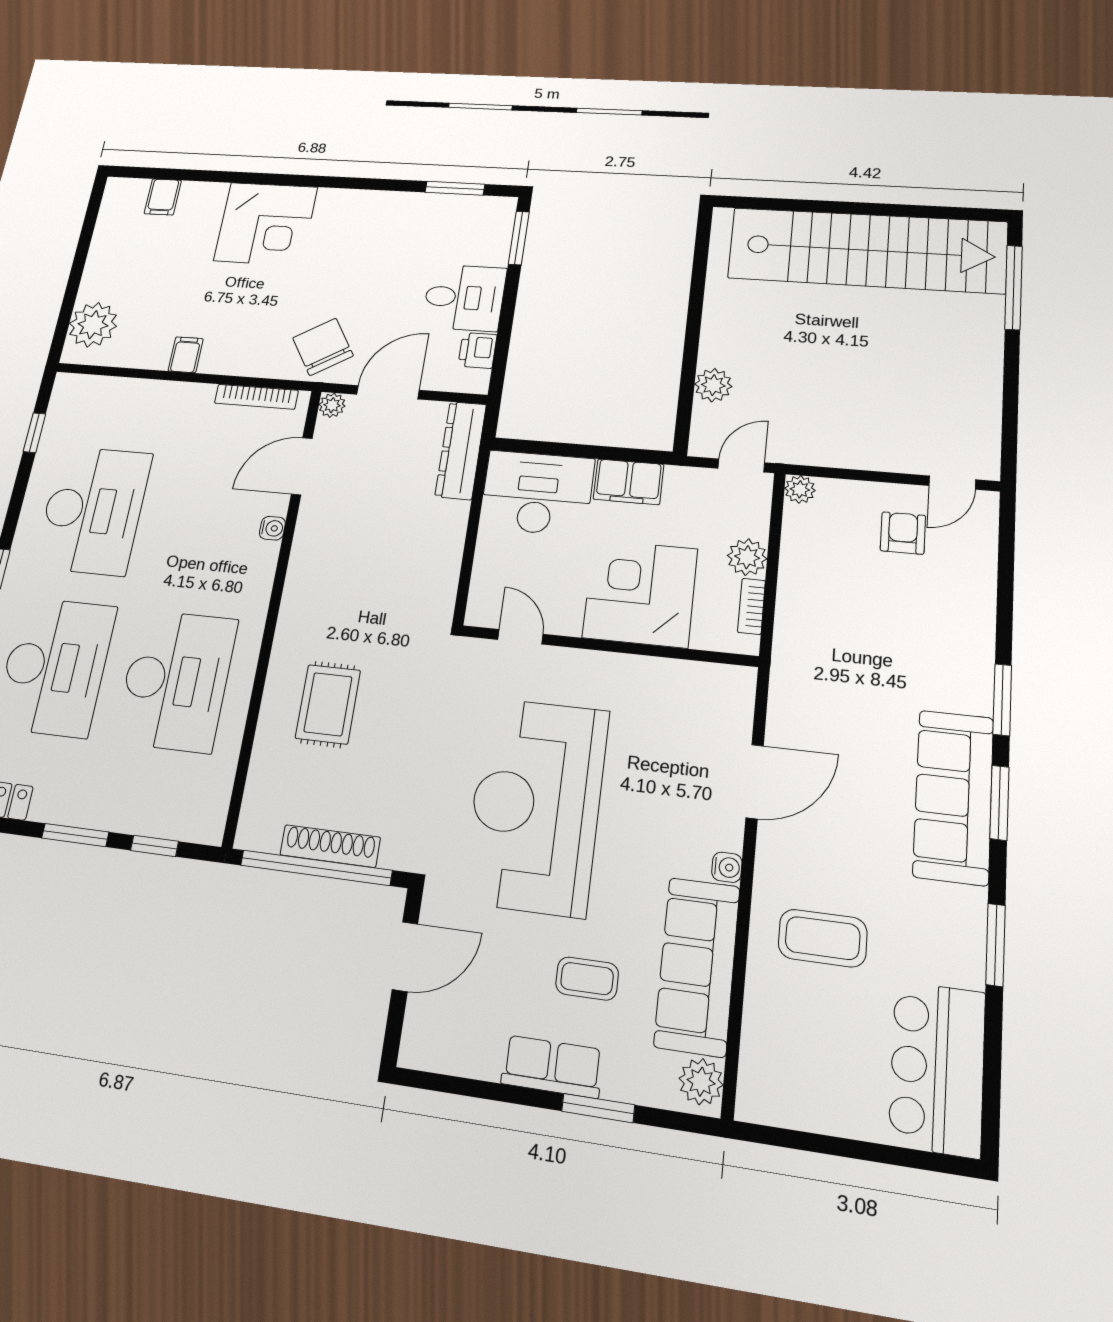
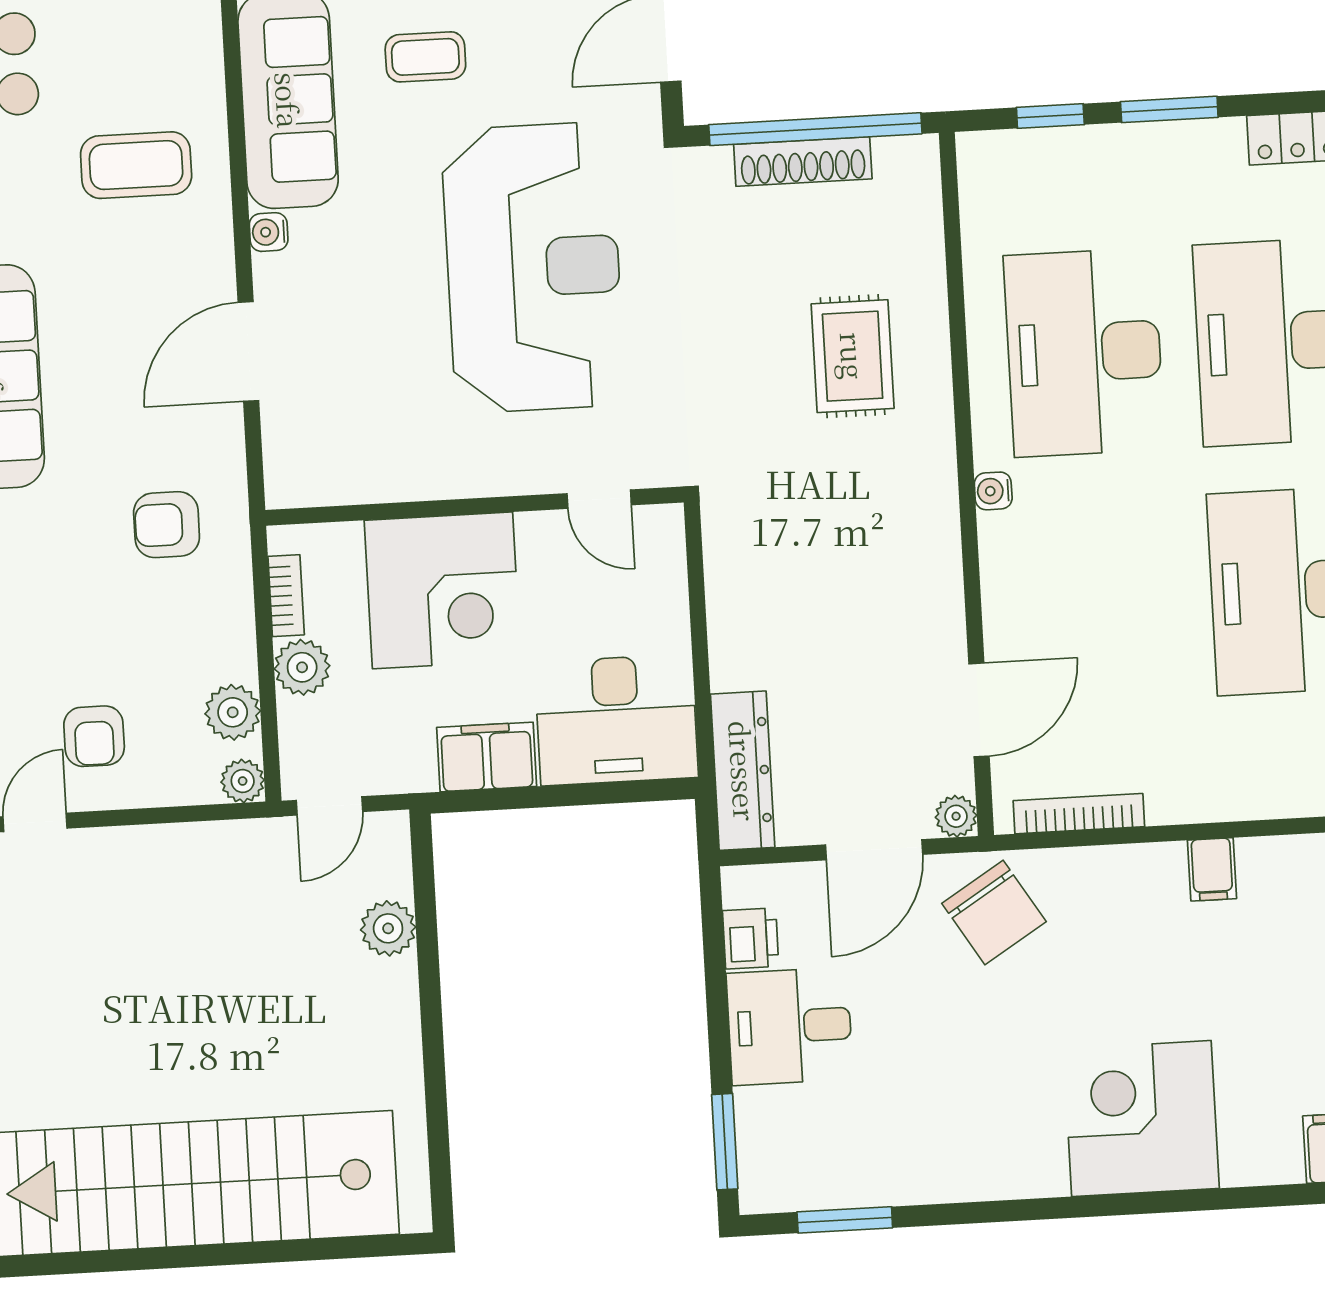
water cooler: (272, 528) -> (993, 491), moved
plant: (801, 535) -> (233, 712), added
armchair: (832, 668) -> (167, 525), added

